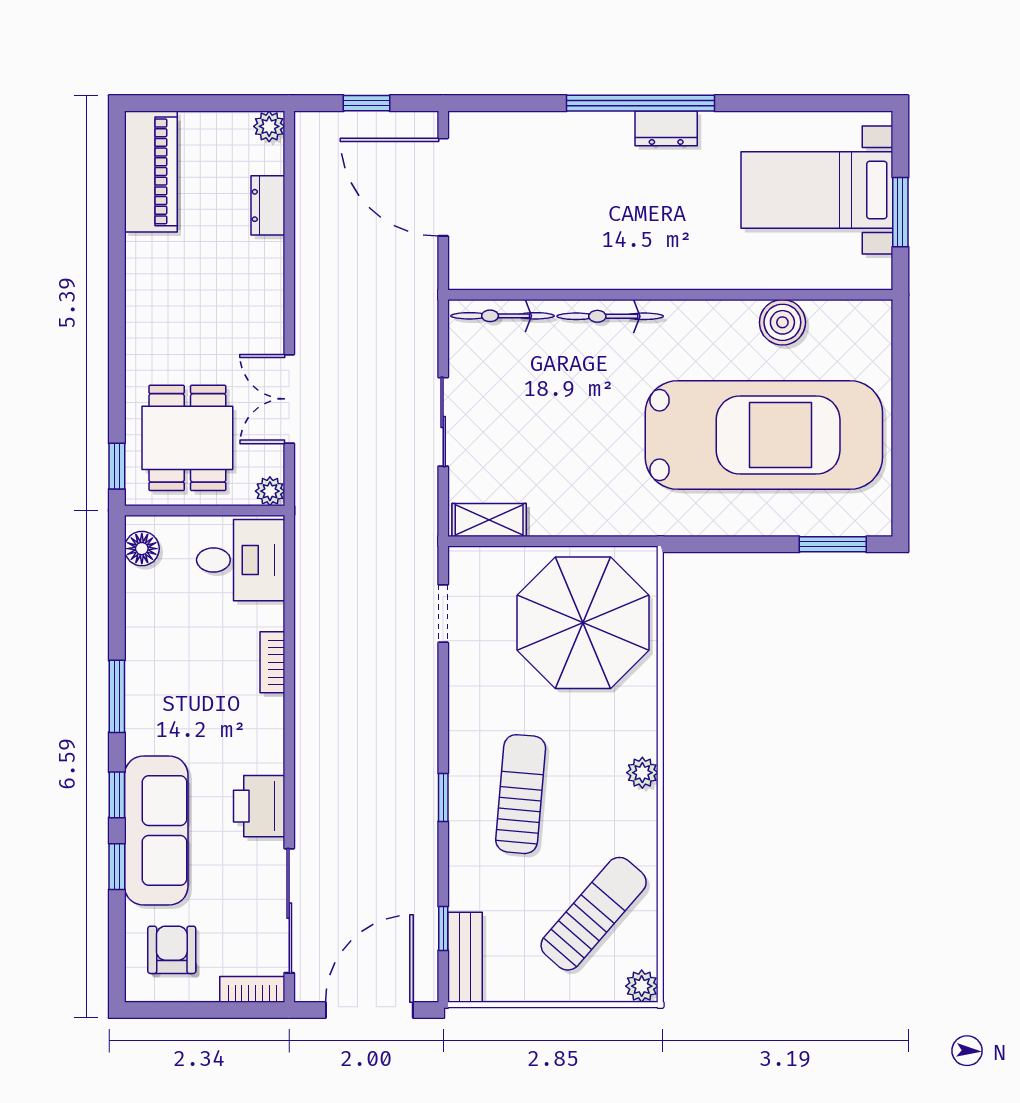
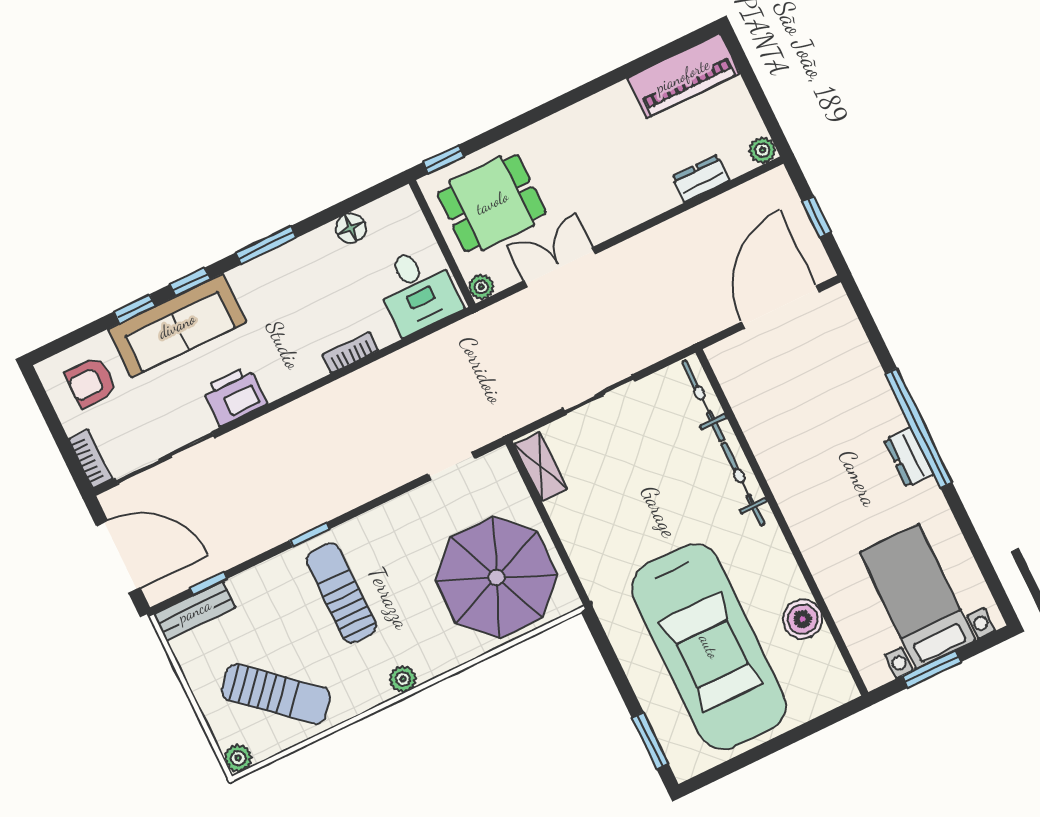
floor lamp: (142, 549) -> (351, 228), moved
sun lounger: (521, 794) -> (341, 593), turned -95
armchair: (172, 950) -> (91, 382), turned 180

